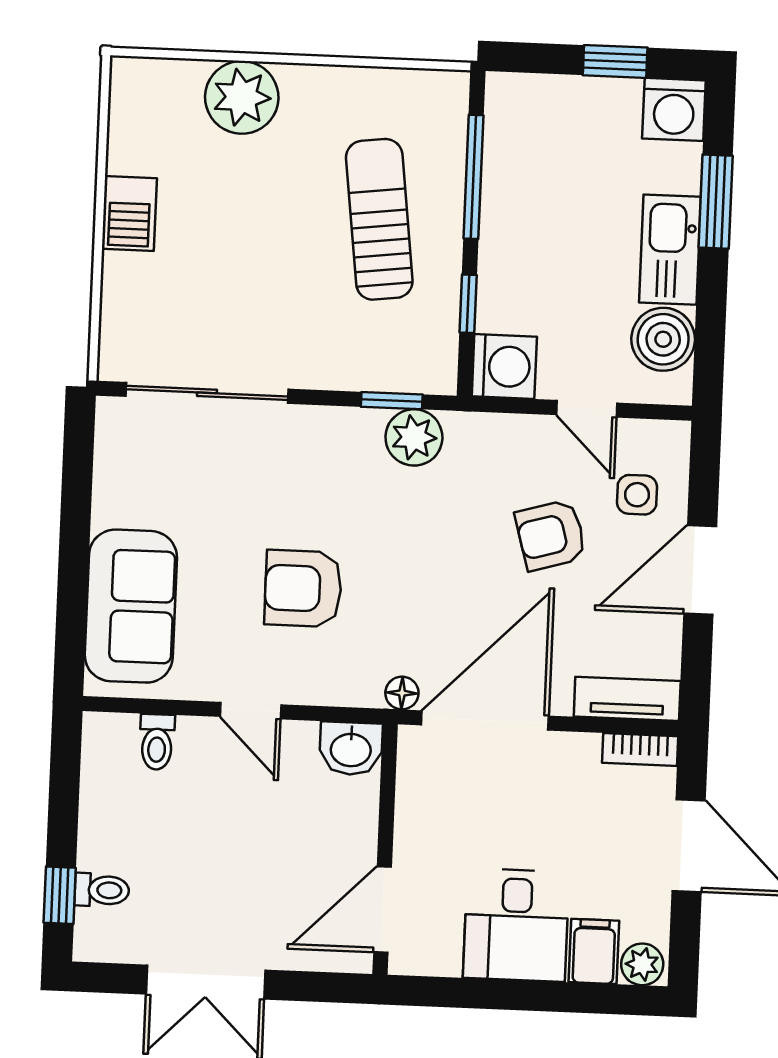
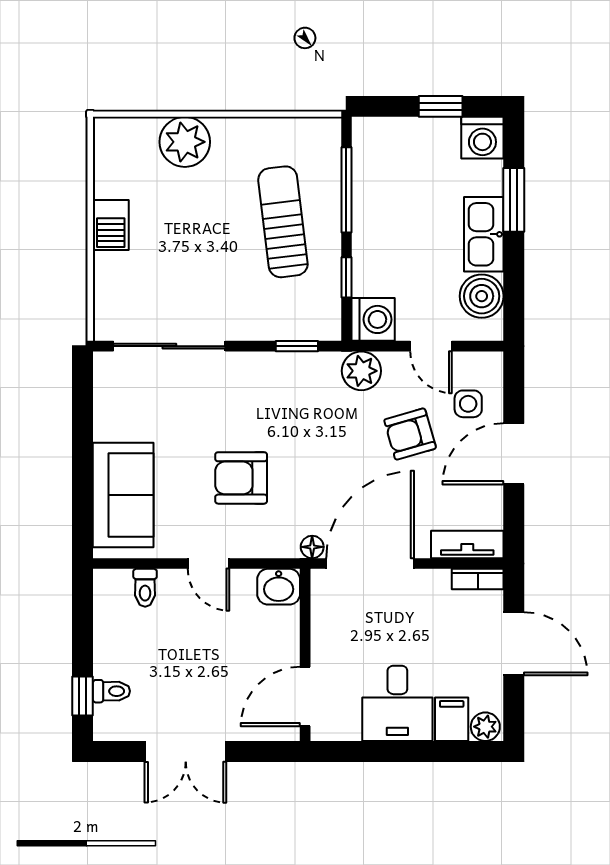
plant: (414, 437) -> (361, 371), moved

